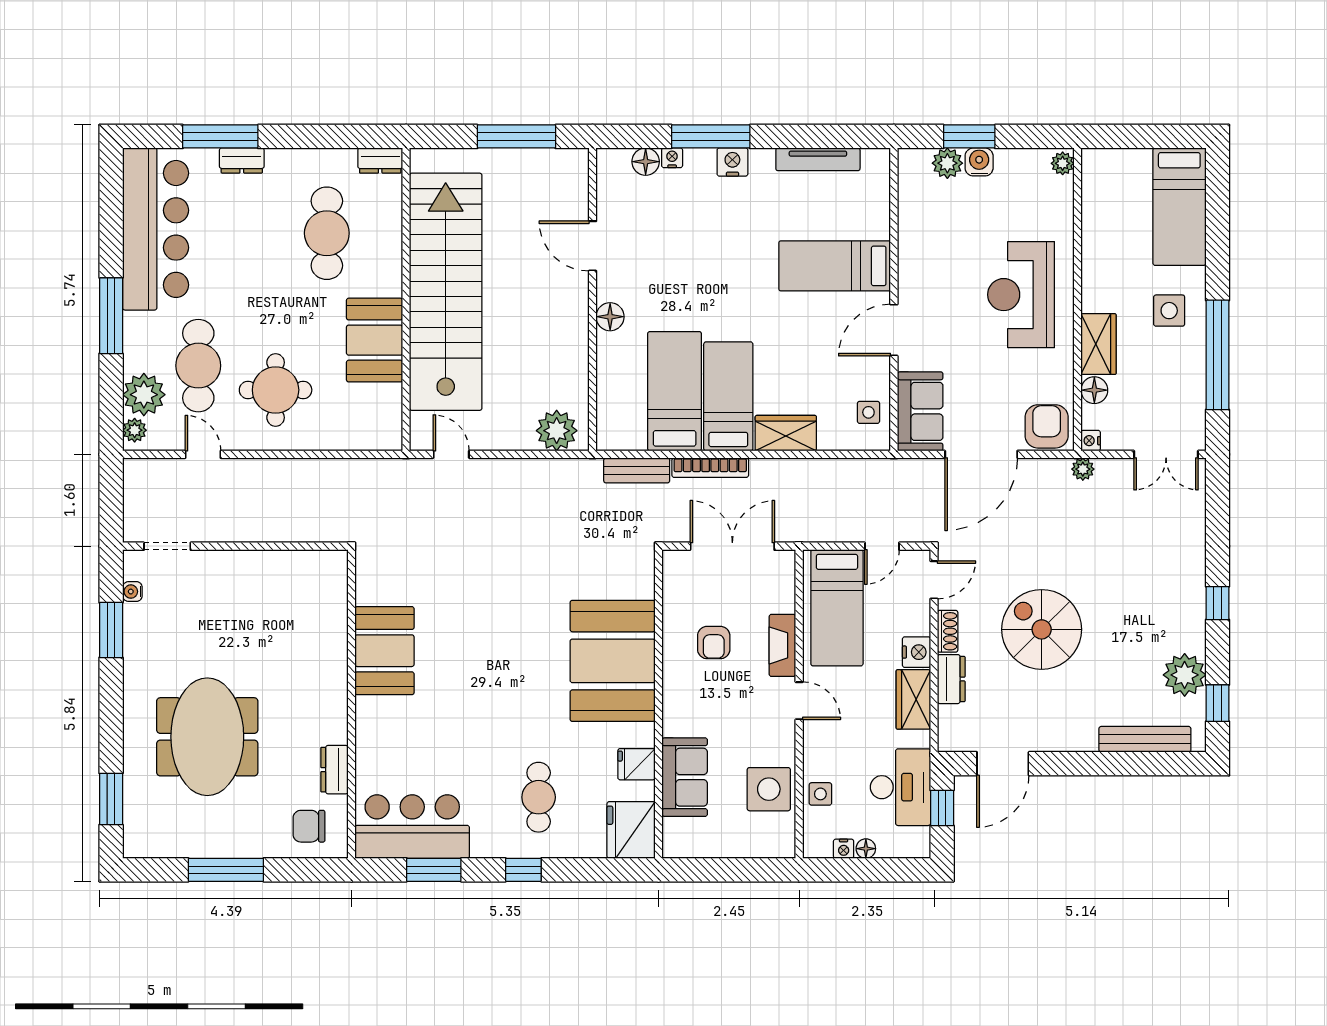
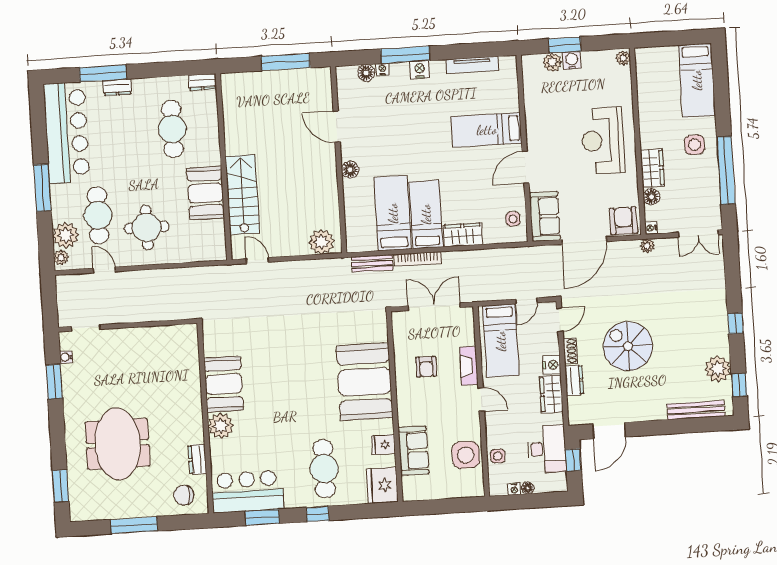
stairs: (446, 292) -> (242, 195), width x0.54, depth x0.66
plant: (376, 718) -> (221, 426), added
cafe table: (539, 797) -> (324, 469), width x1.37, depth x1.35

